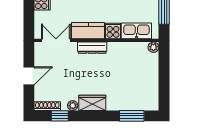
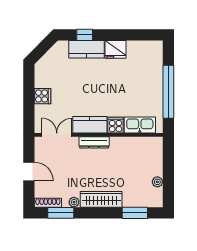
plant: (153, 47) -> (157, 182), moved
door: (29, 76) -> (29, 171), hinge flipped
wardrobe: (92, 103) -> (101, 199), width x1.50
window: (60, 116) -> (61, 213), width x1.50

